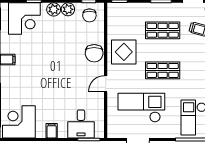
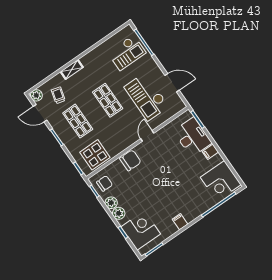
display table: (124, 52) -> (95, 155), moved
door: (106, 84) -> (147, 136), swing flipped
desk: (81, 124) -> (193, 137), width x1.37

